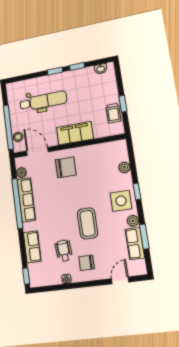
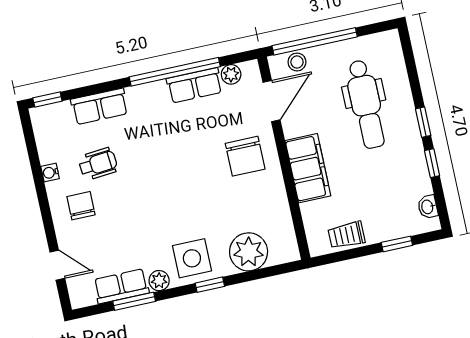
window: (123, 104) -> (397, 244), moved
plant: (124, 167) -> (249, 252), width x1.88, depth x1.88
row of seats: (26, 200) -> (194, 85), width x0.68
coffee table: (87, 223) -> (149, 203), removed

